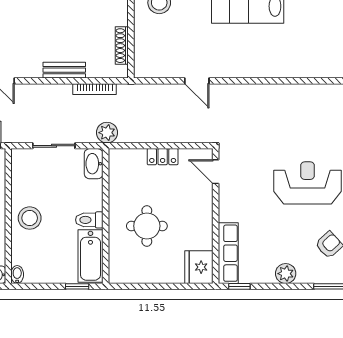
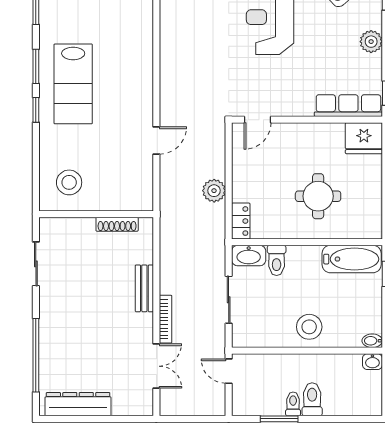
bookcase: (95, 89) -> (166, 319), moved
plant: (107, 133) -> (214, 191), moved
locker: (163, 157) -> (241, 221), moved
toilet: (89, 220) -> (277, 260), moved

